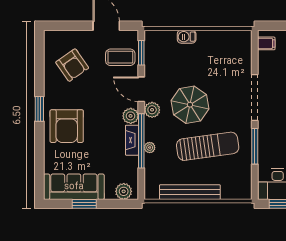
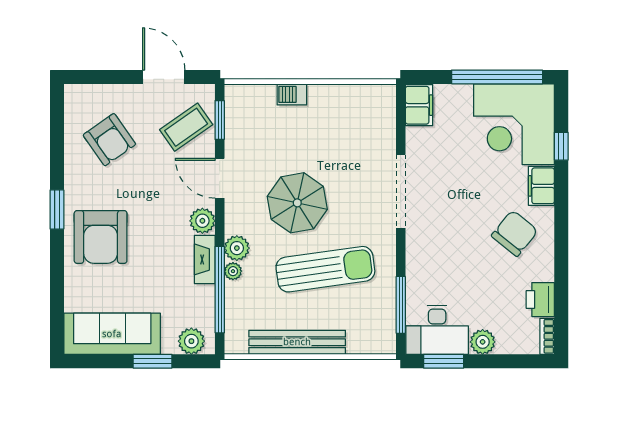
filing cabinet: (266, 43) -> (419, 105), width x2.00
coffee table: (120, 57) -> (186, 127), turned -35
plant: (152, 110) -> (237, 248), moved
window: (141, 141) -> (220, 290), moved
window: (255, 146) -> (401, 305), moved
window: (84, 204) -> (153, 361), moved

